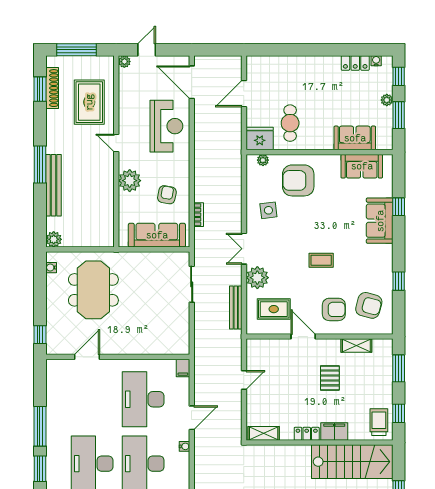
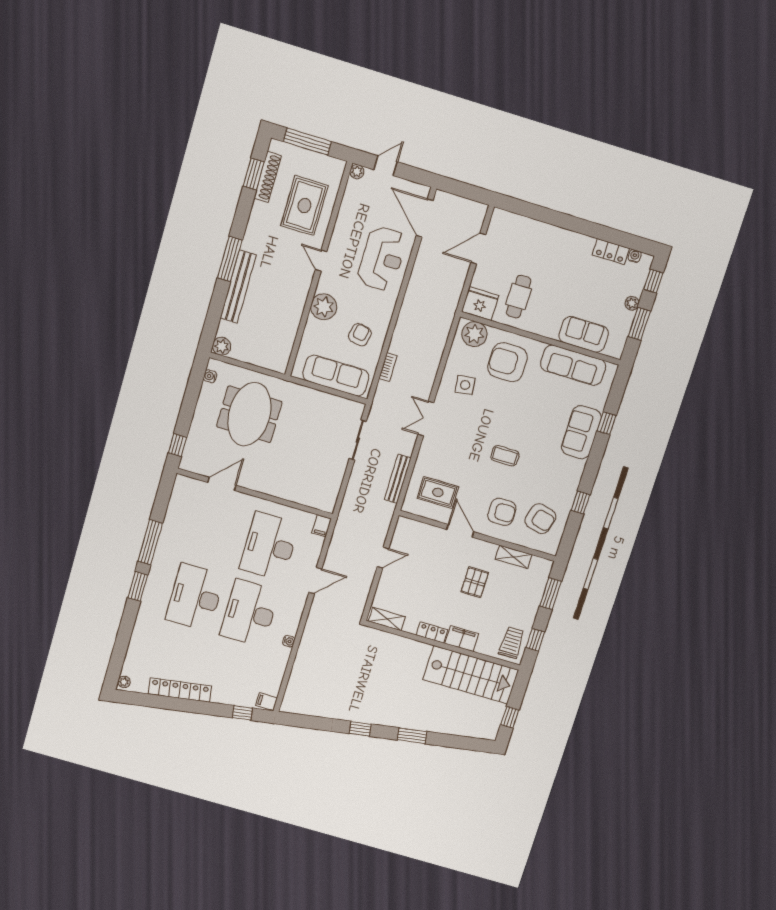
plant: (263, 160) -> (474, 334), width x1.87, depth x1.87
sofa: (362, 166) -> (573, 365), width x1.36
plant: (257, 278) -> (431, 454), removed
water cooler: (185, 446) -> (289, 641), moved

